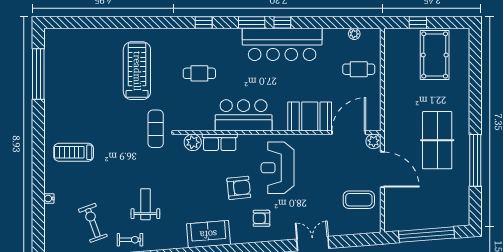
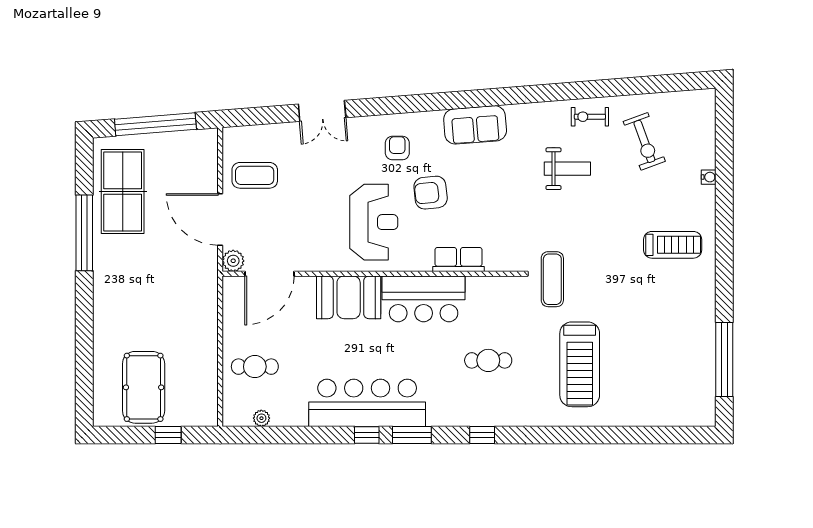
booth: (310, 116) -> (349, 297), moved
table tennis table: (437, 140) -> (123, 191), moved
plant: (193, 142) -> (498, 259), removed
weight bench: (145, 204) -> (567, 169), turned -90
armchair: (261, 218) -> (397, 148), turned -90

